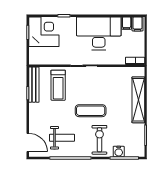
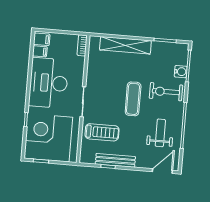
corner desk: (44, 32) -> (48, 138), width x1.36, depth x1.36
bench: (34, 85) -> (115, 160), moved

